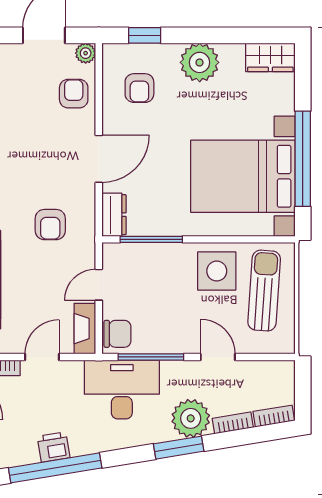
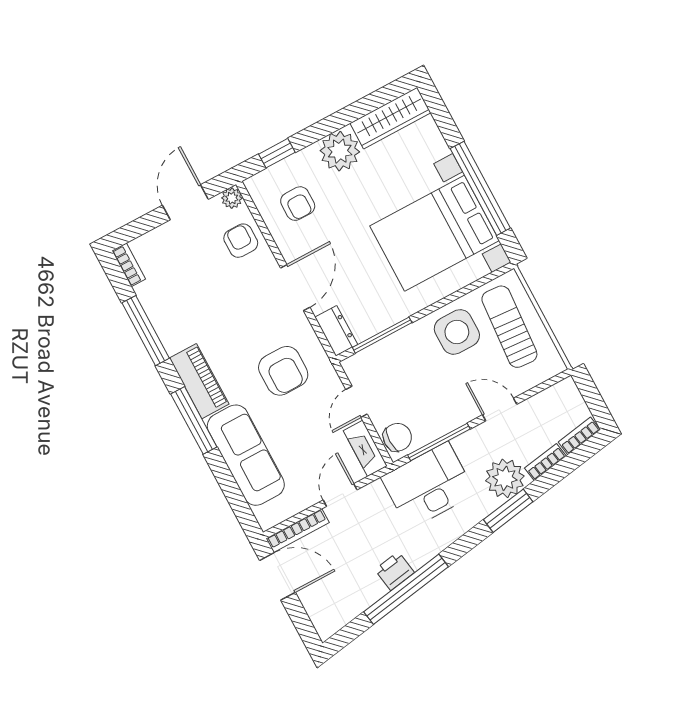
wardrobe: (270, 57) -> (390, 118), width x1.50
armchair: (50, 225) -> (283, 371), width x1.38, depth x1.38

